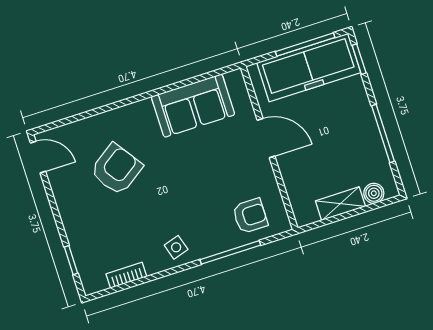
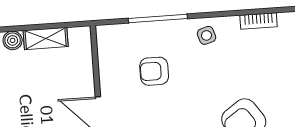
armchair: (250, 216) -> (154, 71), moved

